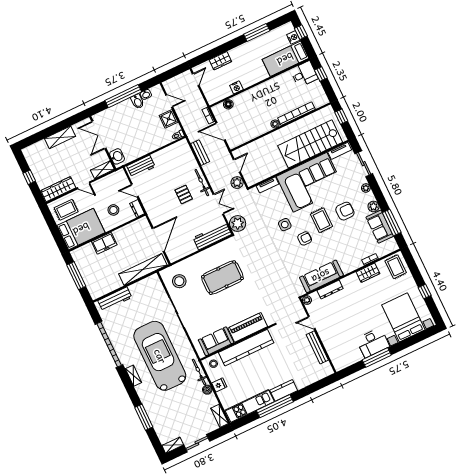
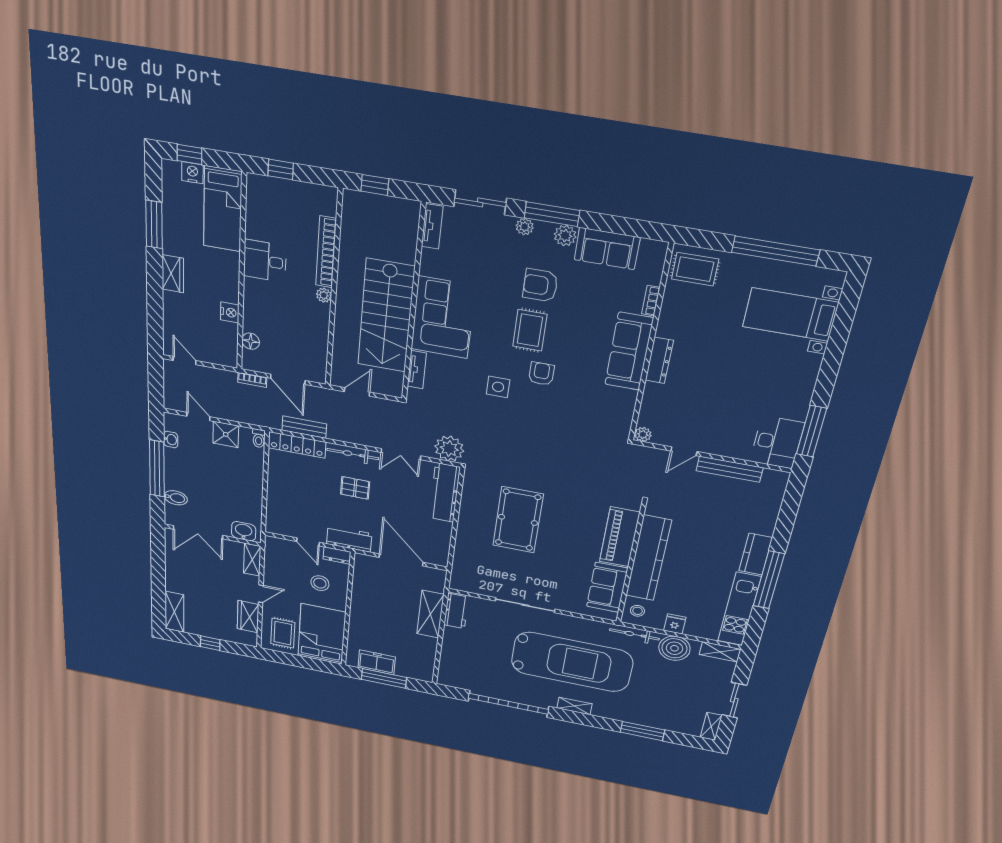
wardrobe: (220, 61) -> (173, 274), moved
desk: (304, 74) -> (265, 261), moved, turned -90
door: (169, 101) -> (198, 417), hinge flipped
bidet: (137, 102) -> (176, 498), moved
door: (220, 131) -> (288, 379), hinge flipped
shelving: (60, 137) -> (174, 612), moved
stairs: (310, 144) -> (386, 316), moved
locker: (188, 155) -> (297, 445), added
workbench: (141, 166) -> (349, 539), moved, turned -90
door: (237, 166) -> (357, 392), hinge flipped
corner sofa: (310, 182) -> (443, 318), width x0.73, depth x0.74
plant: (237, 183) -> (384, 408), removed
wardrobe: (58, 189) -> (248, 617), width x0.67
door: (135, 190) -> (308, 542), hinge flipped
double door: (218, 204) -> (401, 454), swing flipped
armchair: (345, 211) -> (540, 285), turned -90
rug: (322, 220) -> (530, 330), turned 90
window: (392, 222) -> (552, 214), moved
freezer: (104, 243) -> (377, 662), moved, turned -90
shelving: (143, 270) -> (430, 614), width x0.68
wardrobe: (368, 273) -> (671, 318), removed
sofa: (321, 276) -> (629, 351), moved
stool: (179, 281) -> (482, 574), removed
dresser: (330, 289) -> (659, 360), moved
window: (425, 291) -> (775, 251), width x3.17
workbench: (115, 299) -> (456, 611), moved, width x0.73
bed with nightstands: (403, 317) -> (790, 314), width x0.73
desk: (373, 343) -> (777, 442), moved
car: (160, 356) -> (572, 662), turned 180
window: (377, 358) -> (811, 431), moved
boiler: (207, 390) -> (674, 648), width x1.86, depth x1.86

